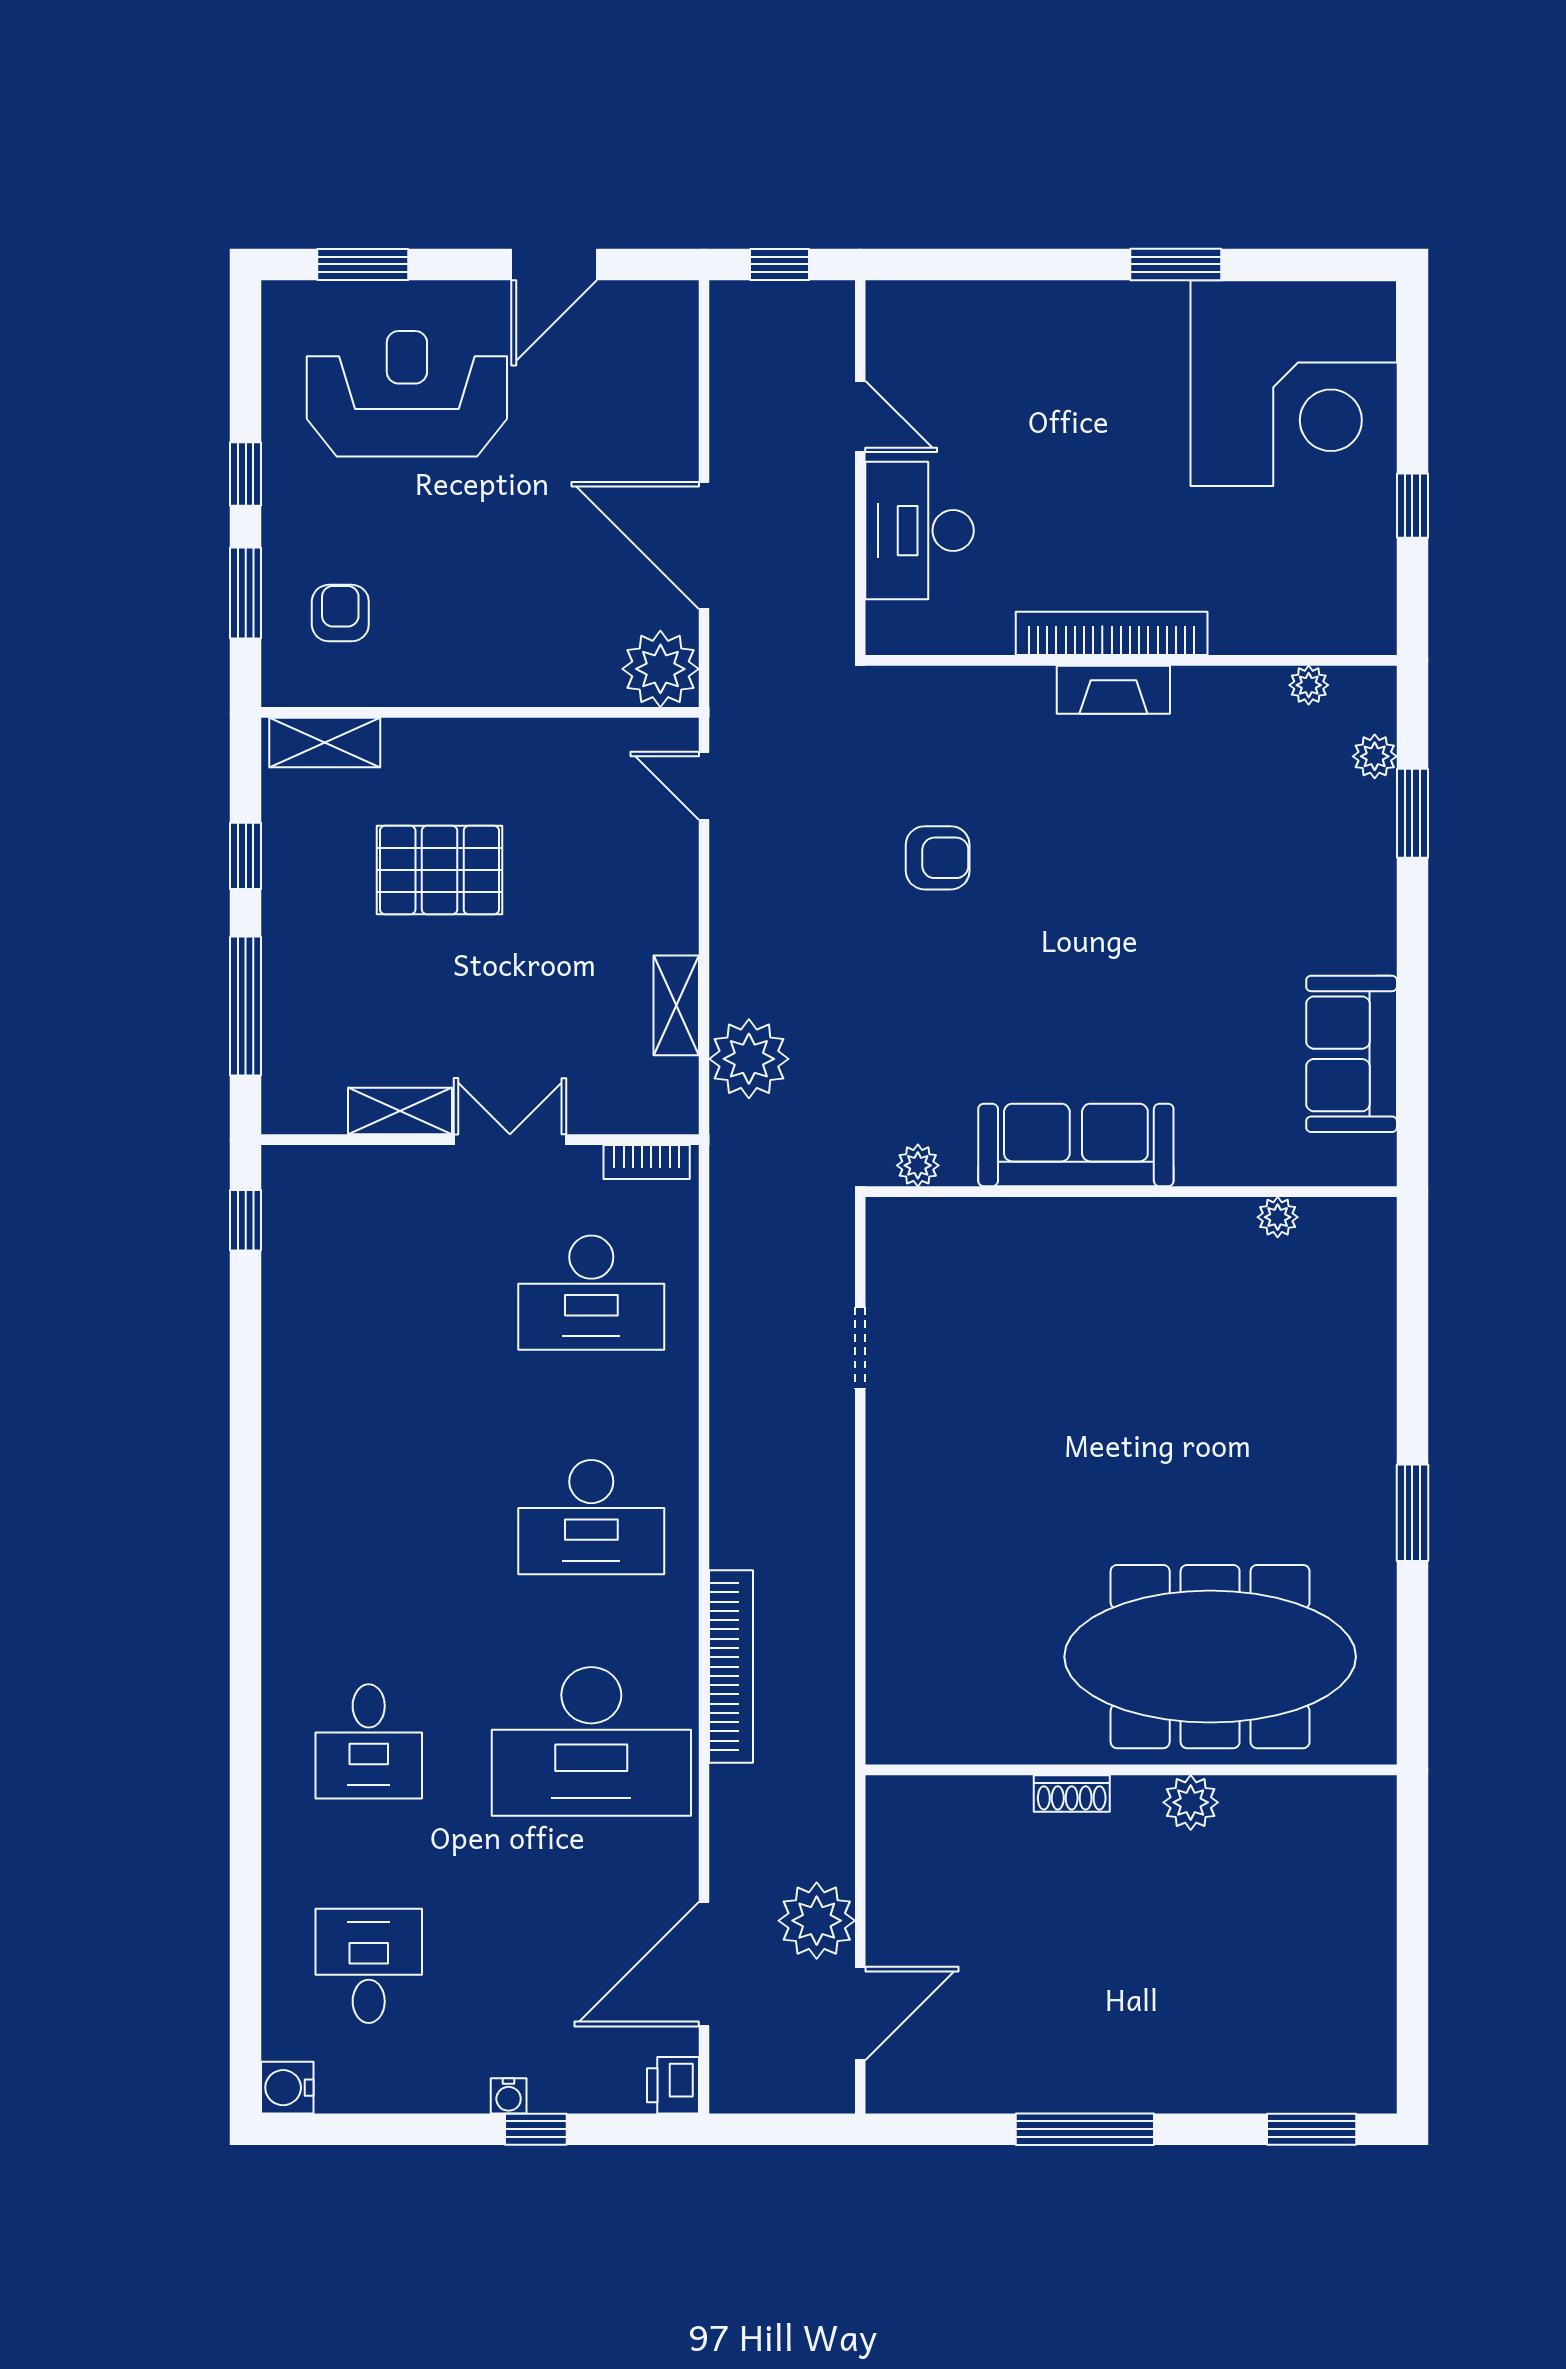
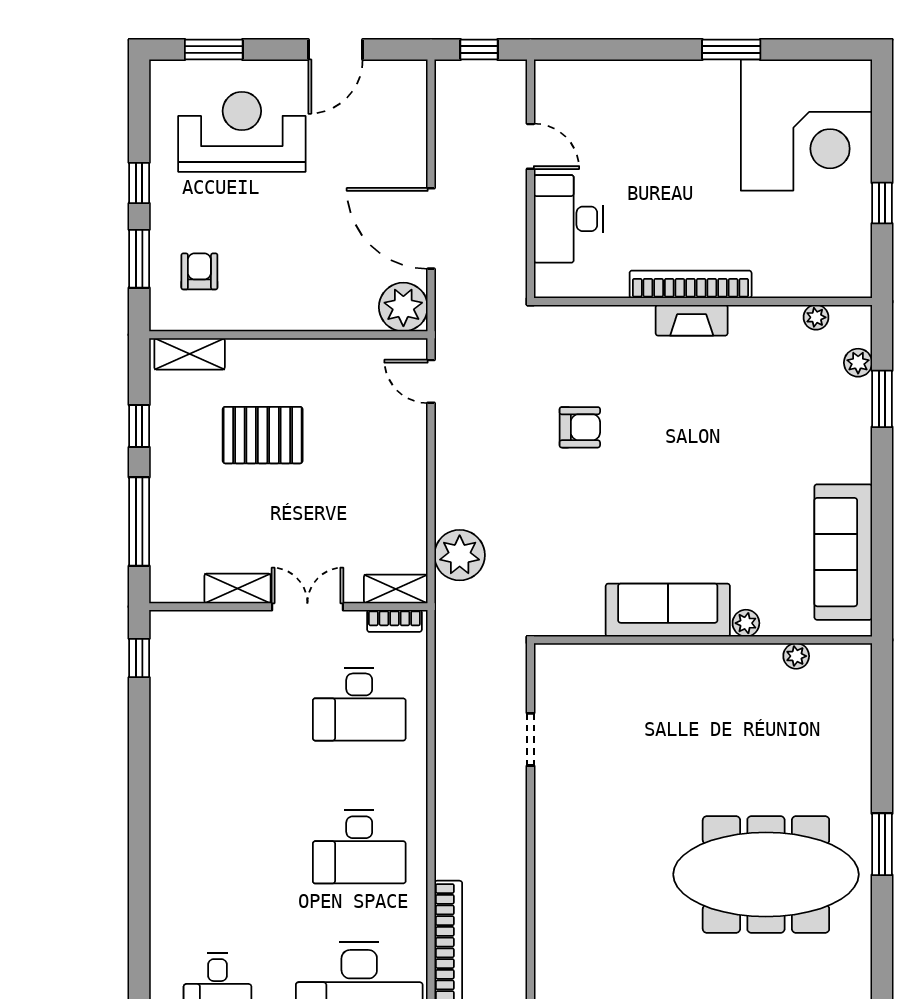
shelving: (676, 1005) -> (396, 589), moved, turned 90
sofa: (1352, 1054) -> (843, 552), width x1.36
plant: (918, 1165) -> (746, 623), moved
meeting table: (1210, 1657) -> (766, 874), moved

